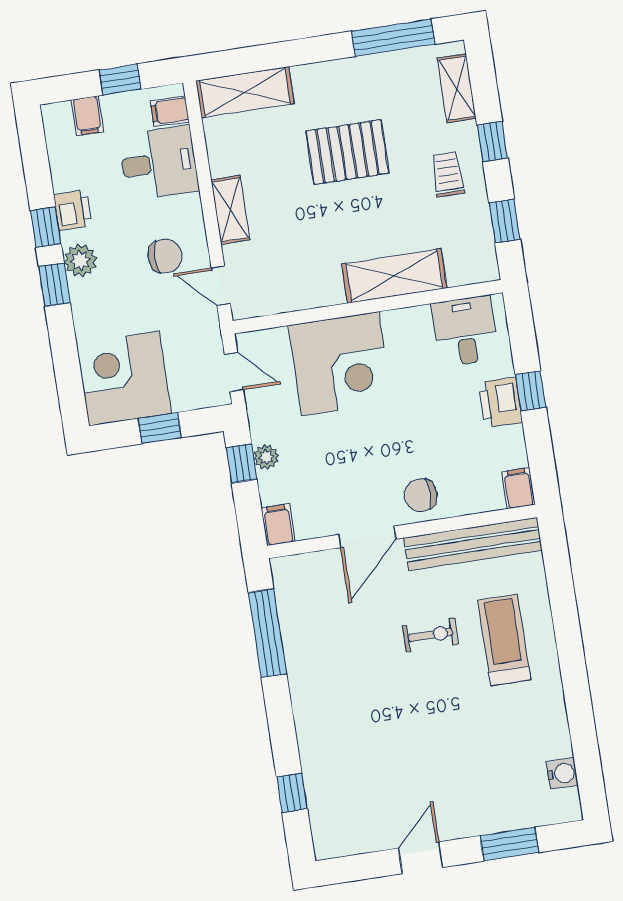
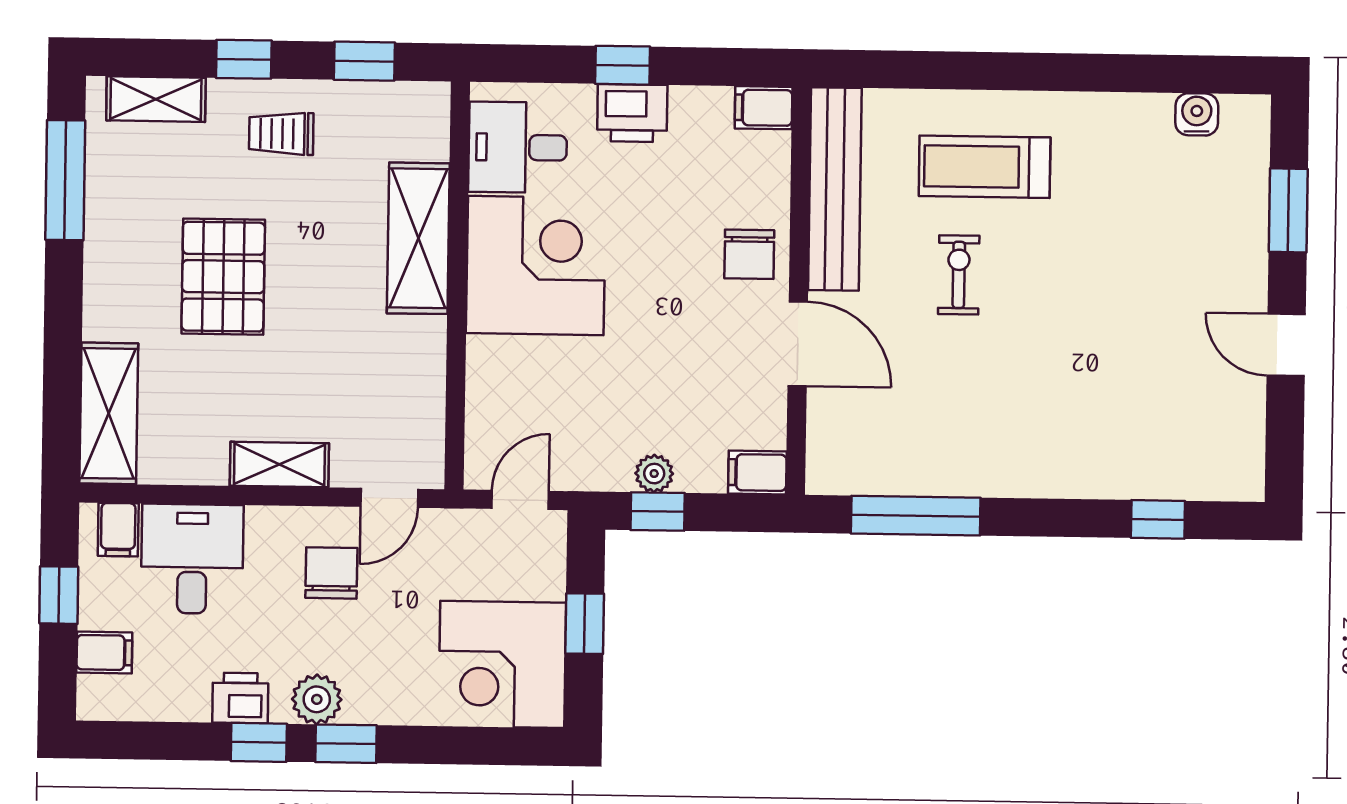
corner desk: (340, 364) -> (536, 266), moved

